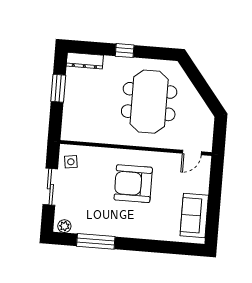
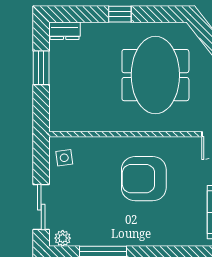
dresser: (85, 61) -> (65, 31), width x0.70
sliding door: (50, 187) -> (41, 207), moved

